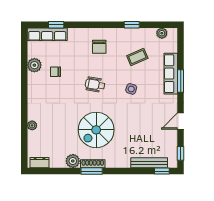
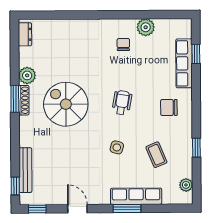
row of seats: (47, 34) -> (184, 63), moved
chair: (55, 72) -> (123, 45), moved
plant: (32, 125) -> (71, 25), removed

